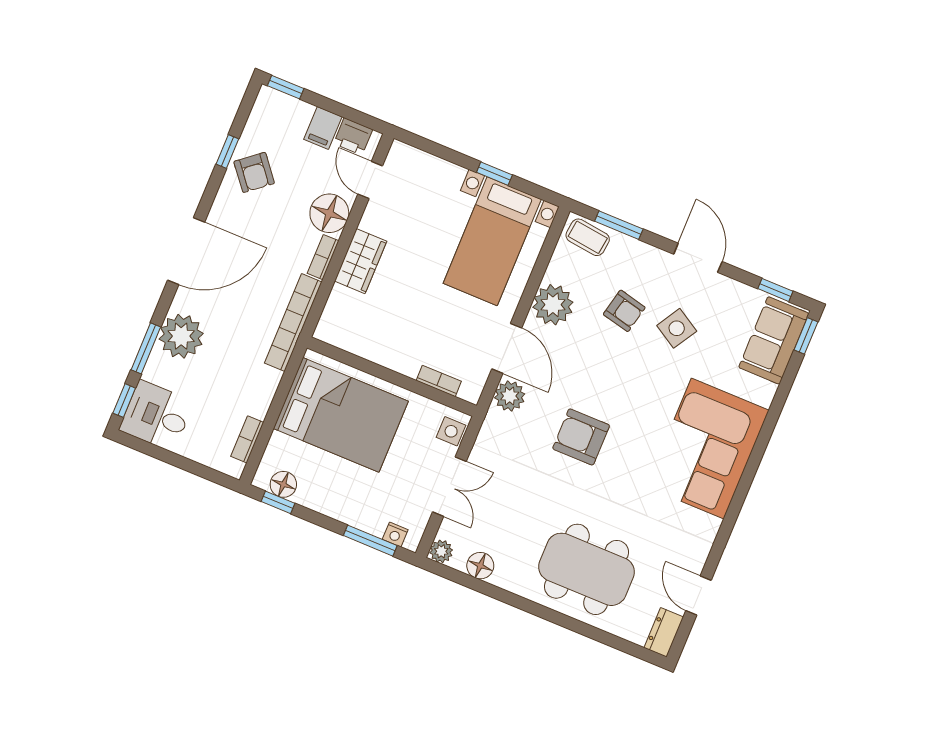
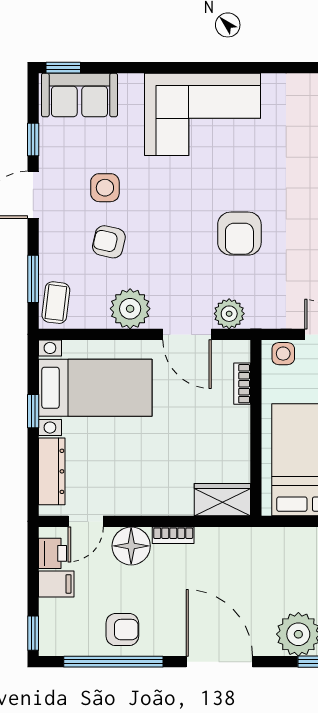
window: (227, 151) -> (113, 662), width x3.17
dresser: (430, 168) -> (52, 471), added
armchair: (254, 172) -> (122, 630), turned 39
wardrobe: (361, 261) -> (222, 500), moved
window: (775, 290) -> (33, 140), moved
armchair: (624, 311) -> (109, 242), turned -90
bookcase: (293, 323) -> (244, 538), removed
side table: (677, 328) -> (105, 188), turned -31
door: (507, 348) -> (187, 334), swing flipped

